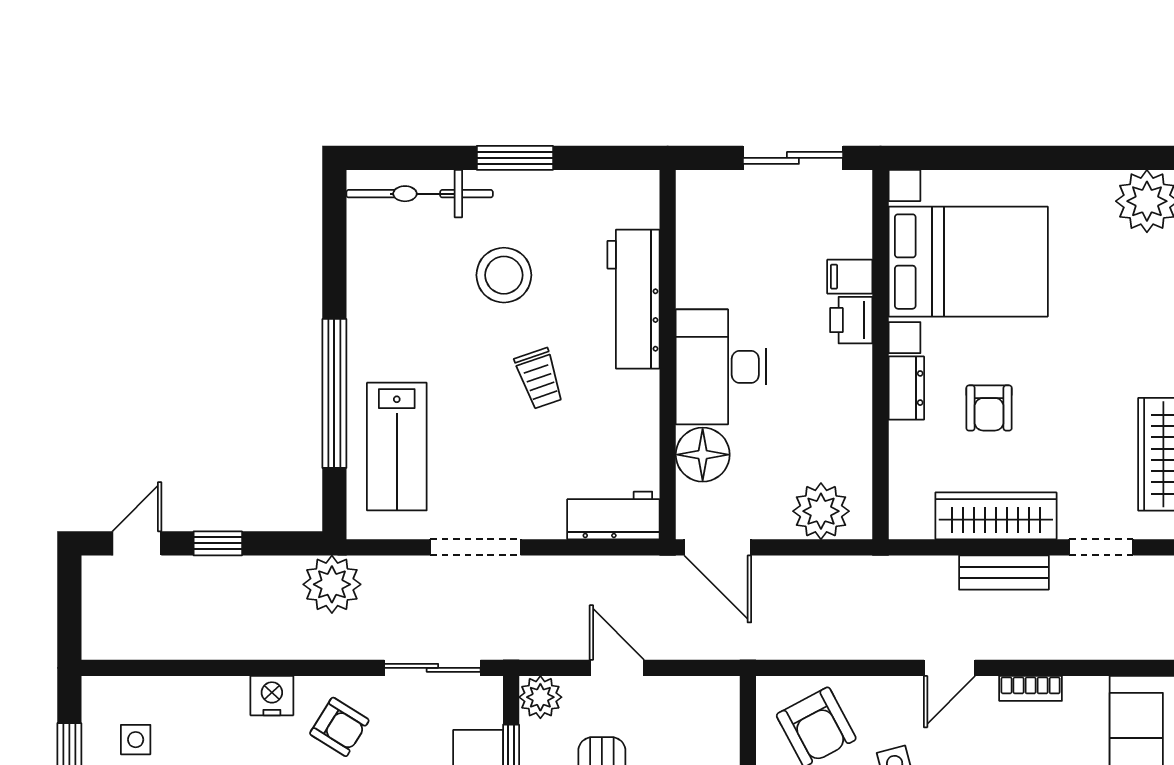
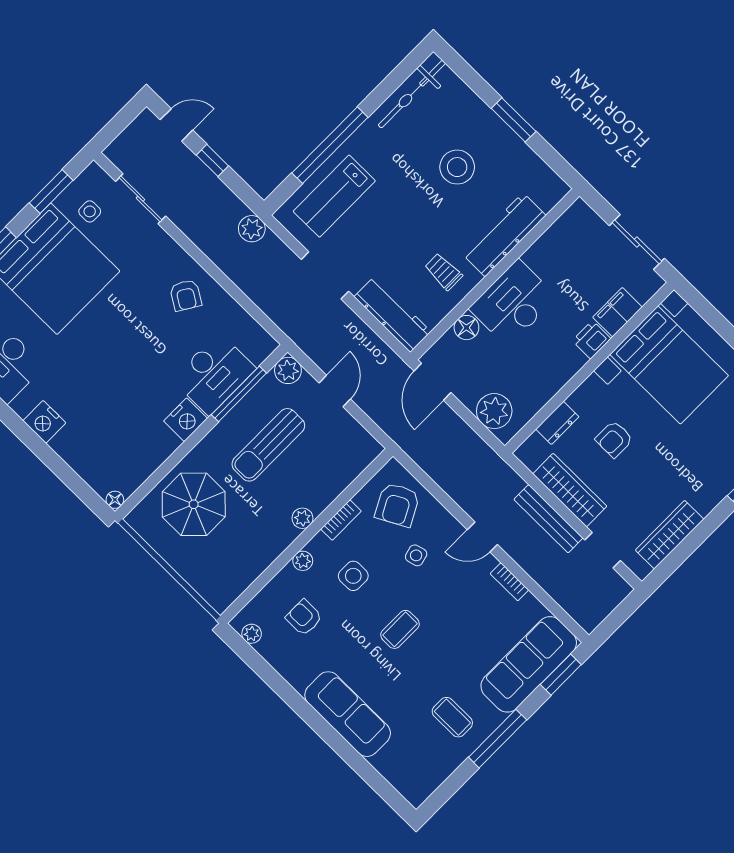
bicycle: (420, 194) -> (412, 94), moved, turned -90
filing cabinet: (850, 277) -> (617, 312), width x2.00
trolley: (539, 378) -> (443, 272), moved, turned 109
dresser: (906, 388) -> (557, 423), moved
floor lamp: (703, 455) -> (466, 328), width x0.73, depth x0.73
workbench: (613, 515) -> (392, 314), width x1.38
bench: (1004, 573) -> (548, 519), width x1.36
plant: (332, 584) -> (252, 229), width x0.73, depth x0.73
sliding door: (432, 668) -> (141, 199), moved
nightstand: (272, 696) -> (169, 252), removed

